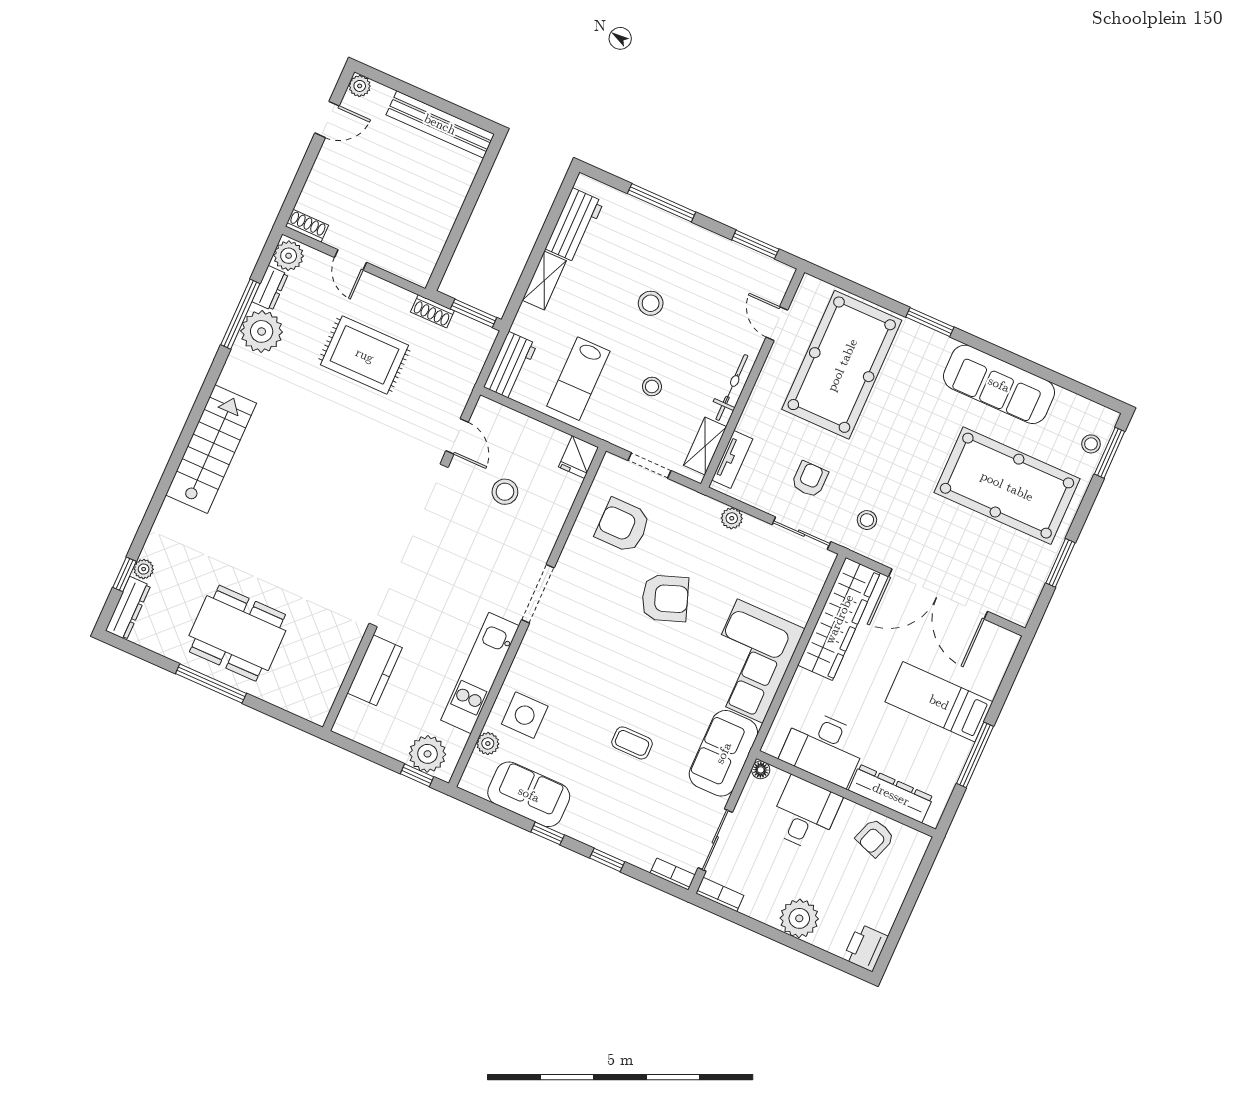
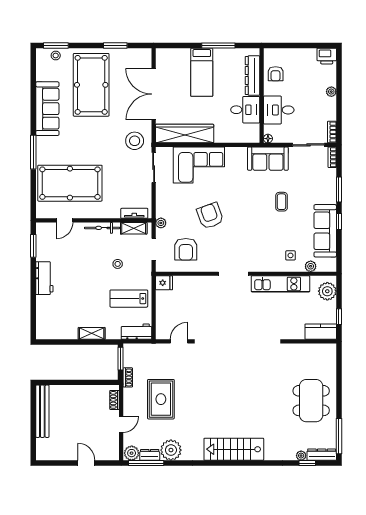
plant: (360, 86) -> (41, 455), removed
door: (327, 119) -> (86, 463), moved
window: (662, 203) -> (33, 296), removed
workbench: (574, 225) -> (44, 278), moved, turned 90
shoe rack: (307, 226) -> (114, 400), moved
stool: (651, 303) -> (81, 281), removed
window: (240, 314) -> (146, 463), moved
window: (930, 322) -> (33, 152), width x1.44
lab bench: (578, 379) -> (129, 299), turned 180
armchair: (810, 479) -> (128, 175), removed
stool: (505, 492) -> (194, 309), removed
plant: (732, 518) -> (161, 223), moved
stool: (867, 520) -> (135, 141), width x1.89, depth x1.89
double door: (938, 594) -> (154, 94), swing flipped
corner sofa: (750, 661) -> (199, 165), moved
kitchen counter: (375, 670) -> (321, 332), moved
window: (211, 684) -> (339, 436), moved
side table: (525, 715) -> (290, 255), width x0.54, depth x0.54
desk: (824, 747) -> (245, 110), width x0.73
window: (417, 775) -> (339, 317), moved
sofa: (529, 794) -> (325, 231), width x1.36
armchair: (875, 838) -> (276, 74), turned 70
window: (607, 860) -> (339, 189), width x1.50
plant: (799, 918) -> (331, 92), width x0.53, depth x0.53

